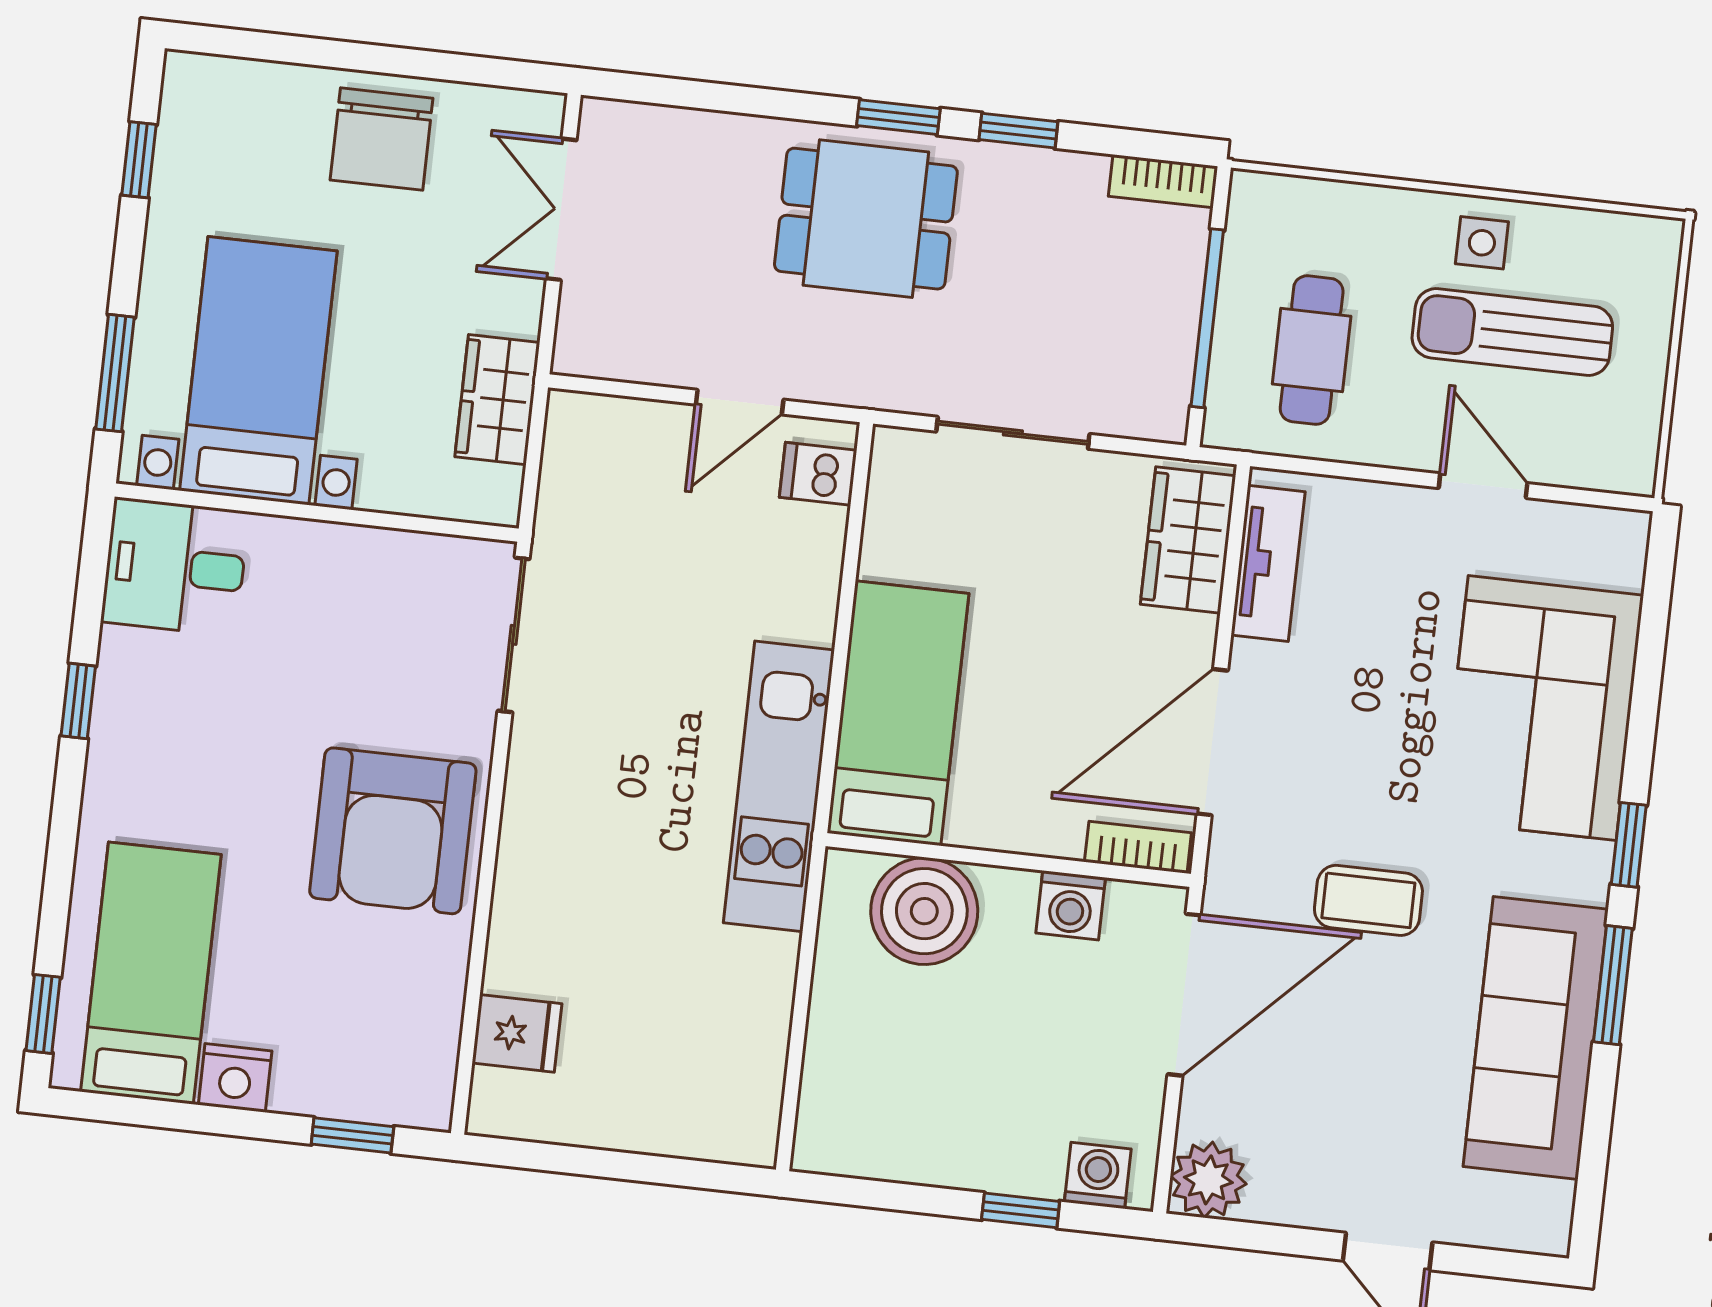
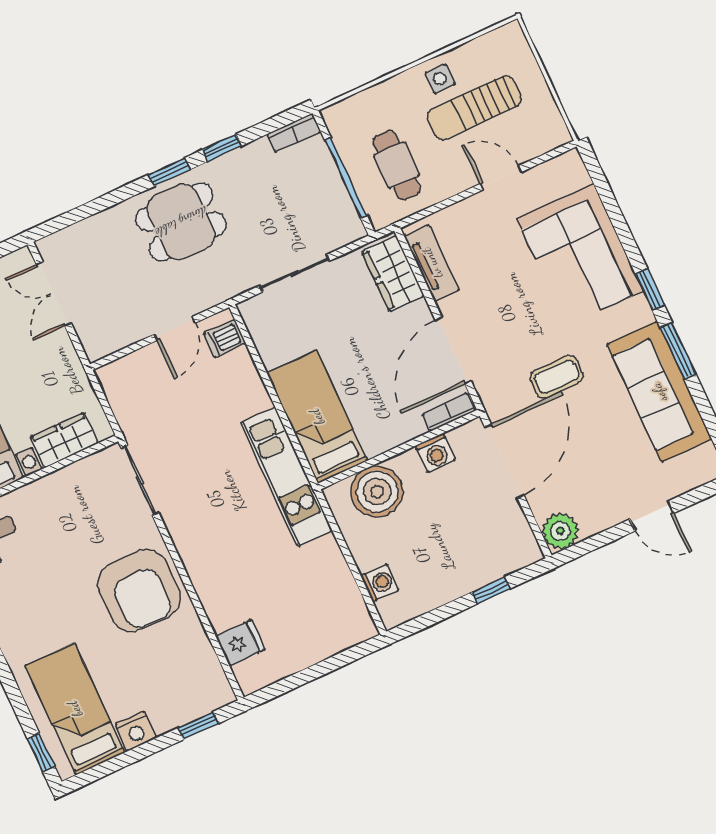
wardrobe: (497, 400) -> (64, 440), moved, turned 90
washing machine: (1098, 1176) -> (380, 583), moved, turned 90

